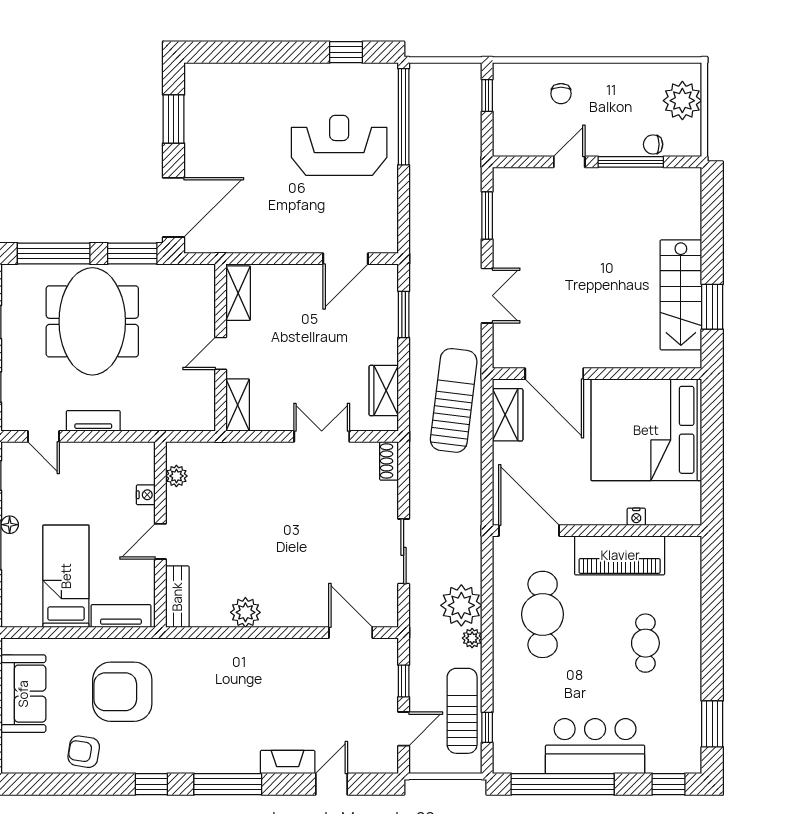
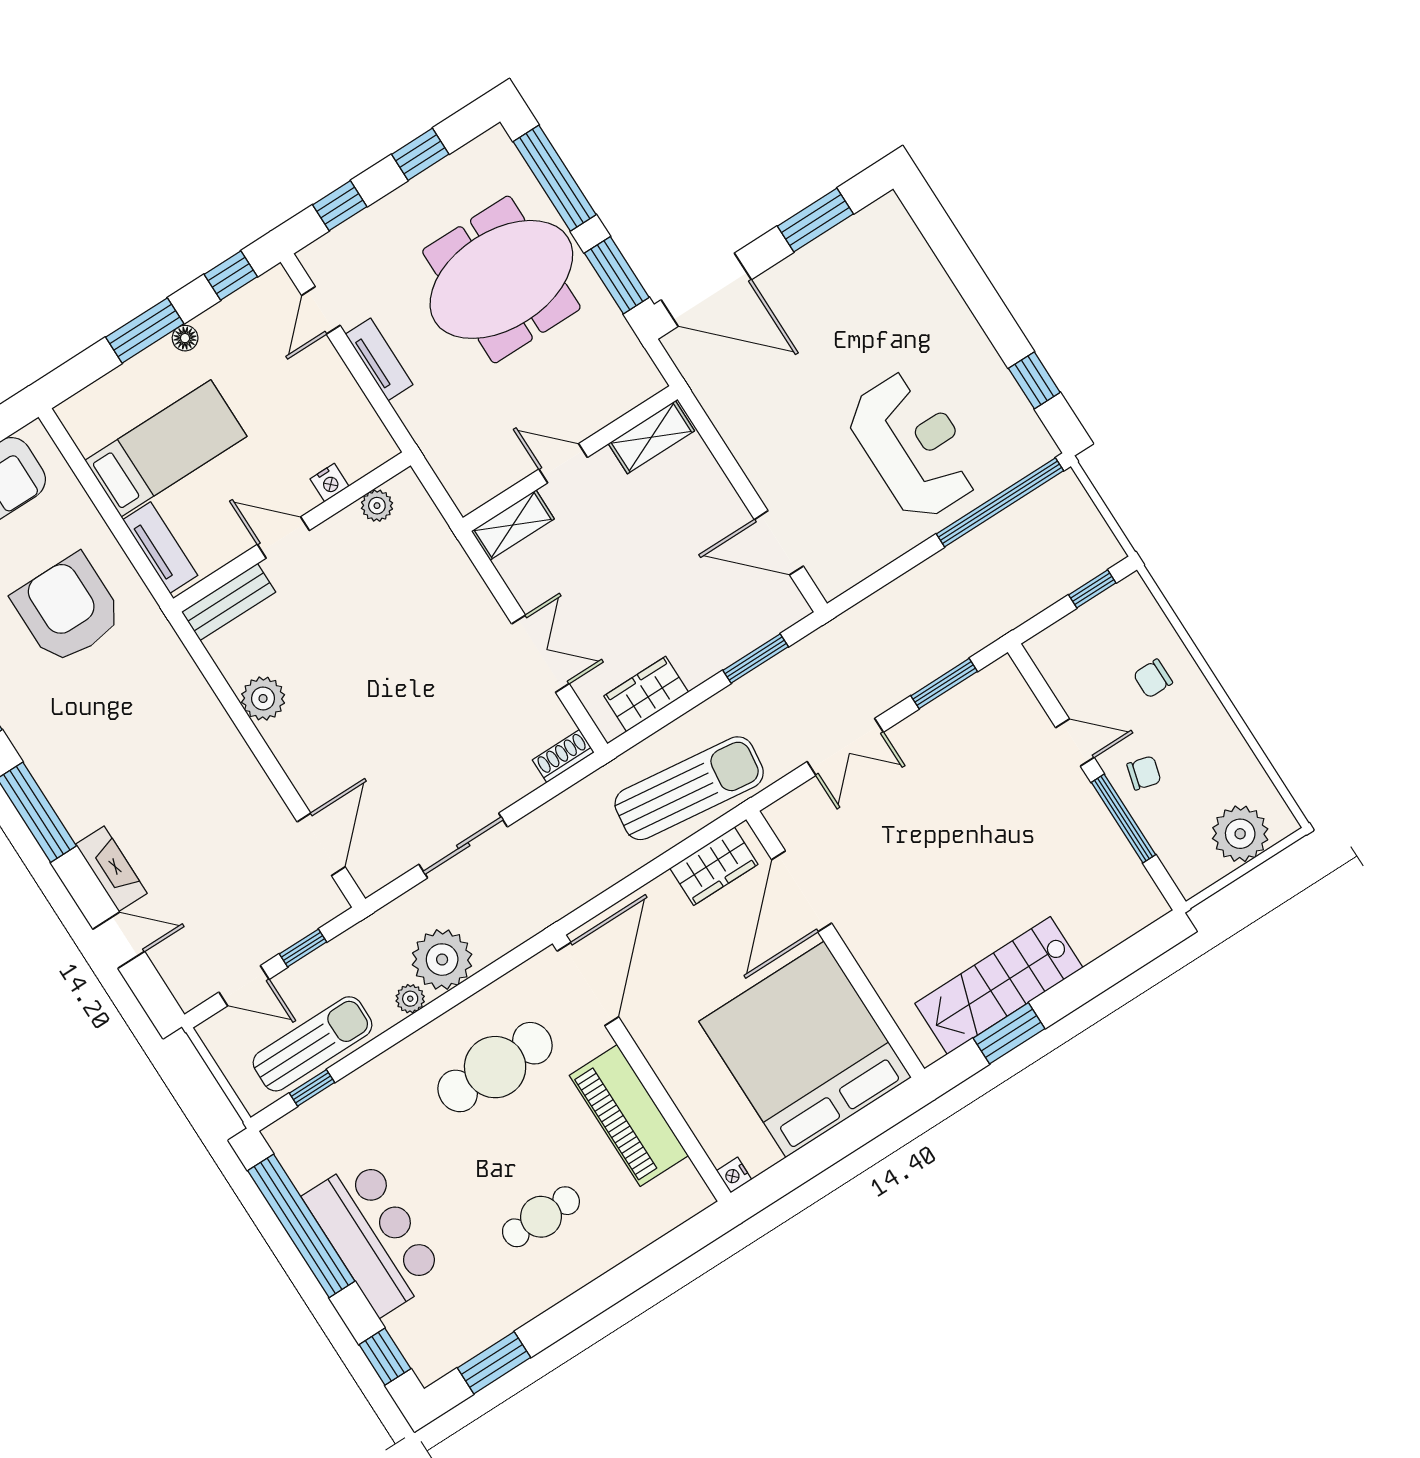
chair: (653, 144) -> (1144, 773), moved, turned 105
nightstand: (636, 517) -> (734, 1175), moved

